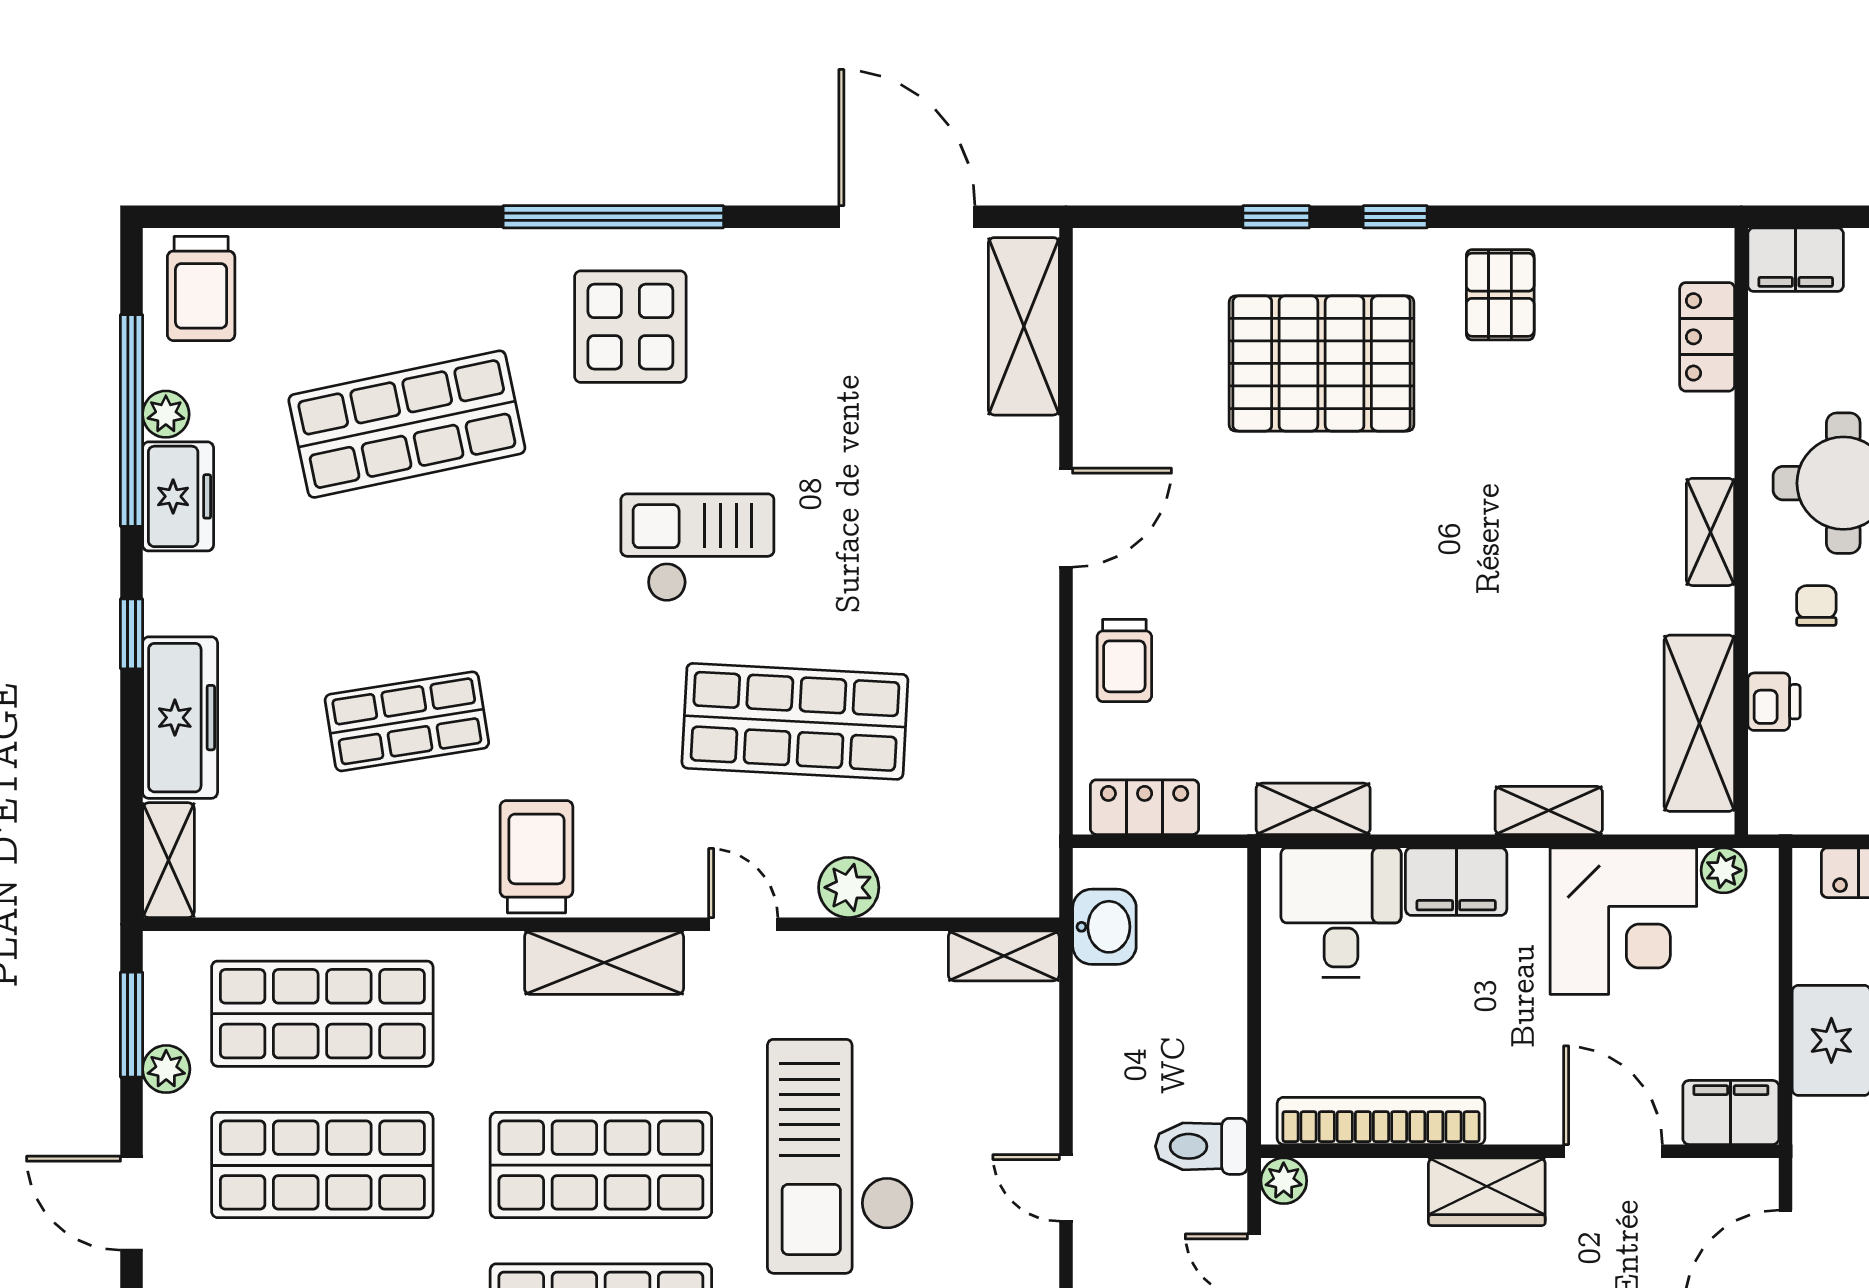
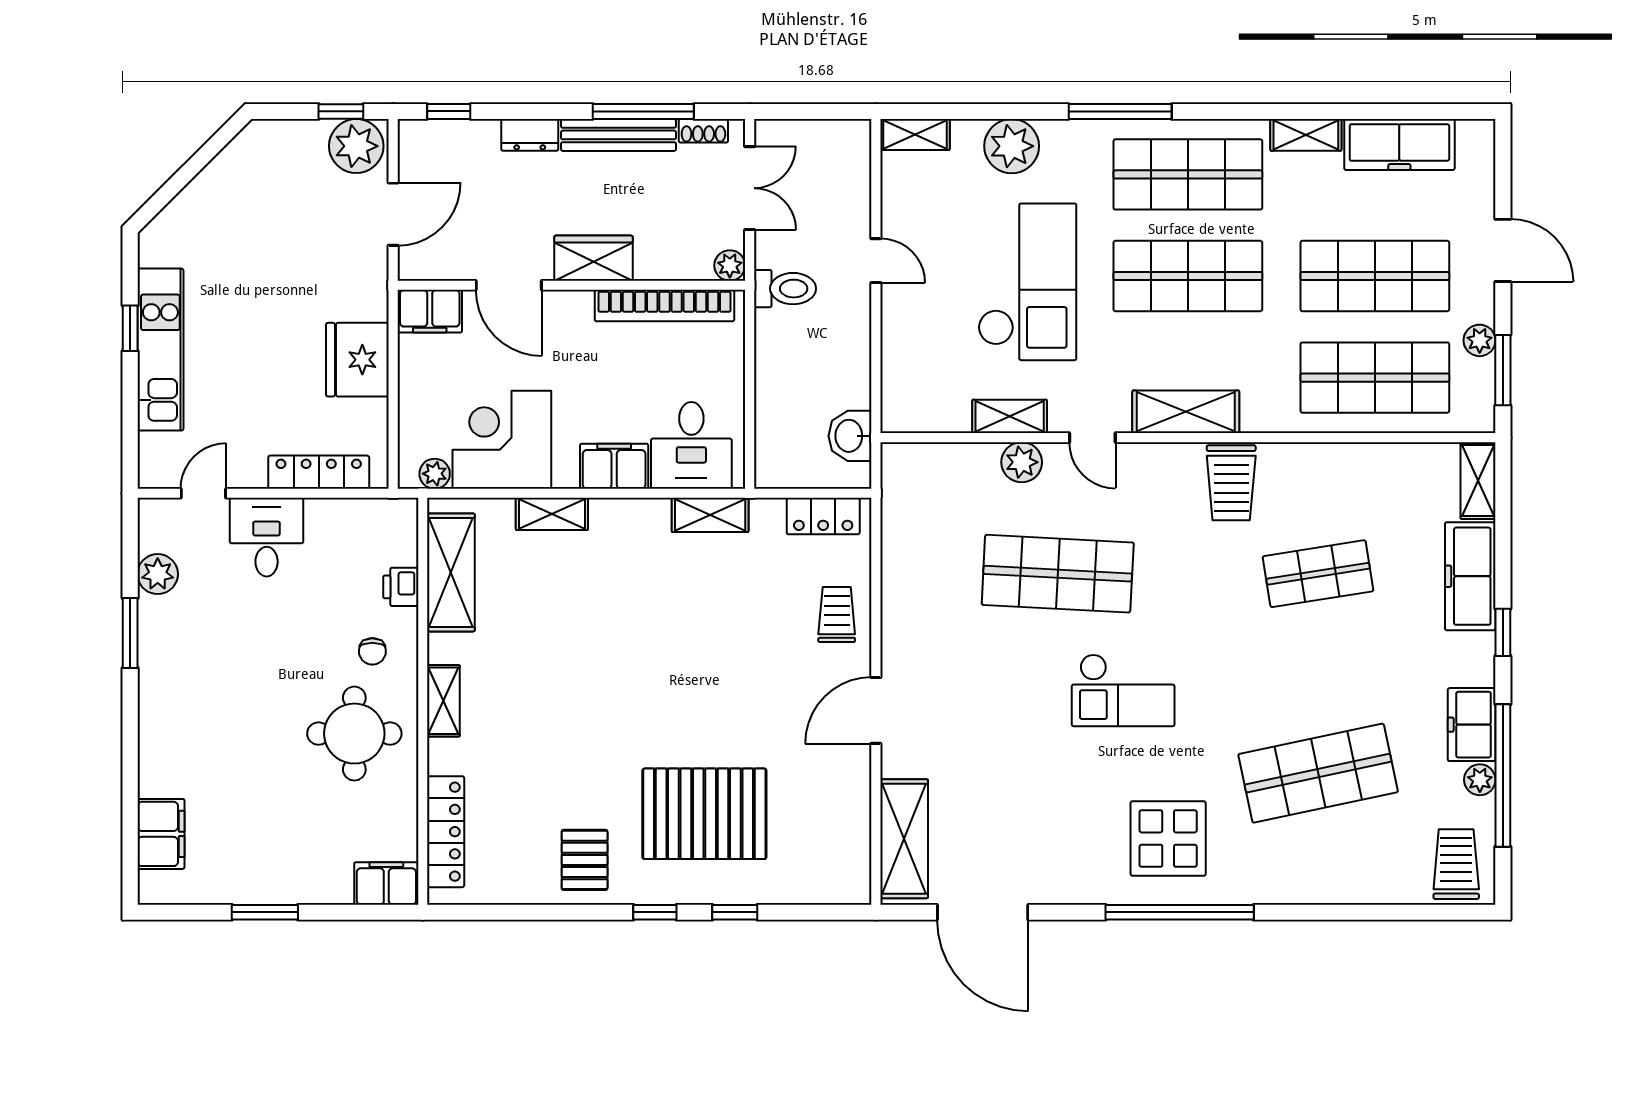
locker: (1707, 337) -> (446, 832), width x1.53
shelving: (1004, 956) -> (1010, 416), moved

